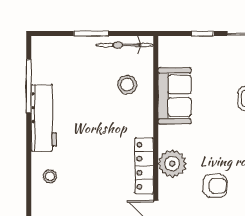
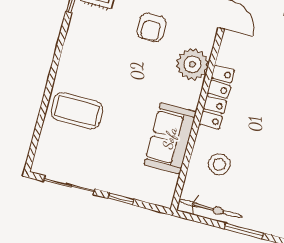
locker: (144, 166) -> (217, 97), moved
armchair: (215, 186) -> (152, 27), turned -90

